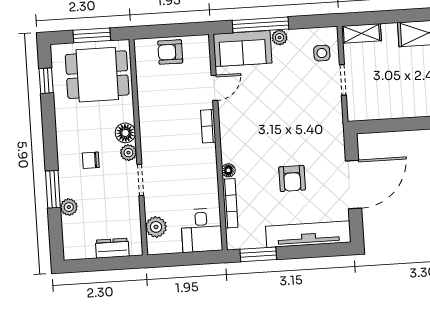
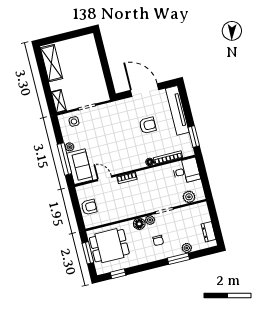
armchair: (170, 52) -> (89, 207), turned -90
dining table: (97, 75) -> (109, 246), turned 90
dresser: (112, 248) -> (209, 232), moved

